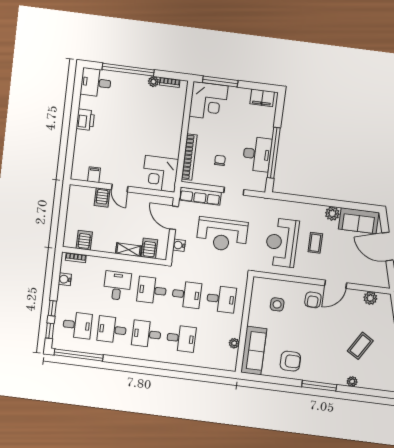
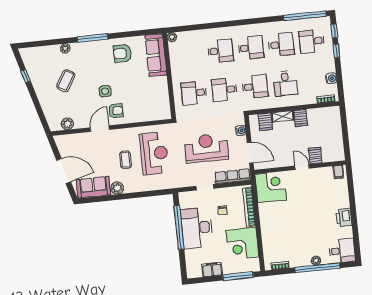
plant: (153, 82) -> (316, 261), moved
filing cabinet: (262, 98) -> (212, 270), moved
corner desk: (209, 101) -> (242, 244), moved, turned -90
desk: (257, 154) -> (197, 228), width x1.36, depth x1.30
filing cabinet: (94, 175) -> (338, 172), moved
server rack: (84, 240) -> (301, 118), moved
armchair: (313, 300) -> (116, 111), turned 88
side table: (277, 304) -> (105, 91), moved
desk: (181, 338) -> (220, 51), turned 180
plant: (234, 343) -> (172, 37), moved

